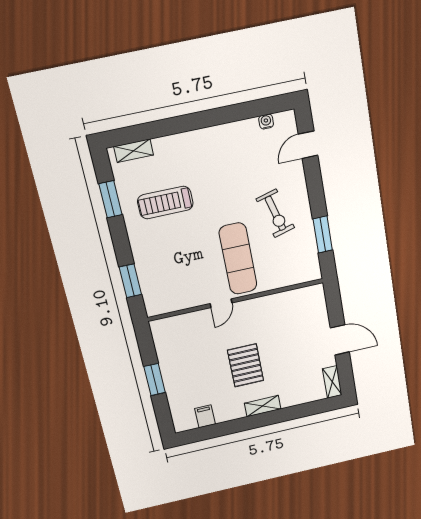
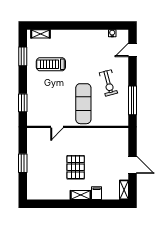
window: (323, 234) -> (132, 100), width x1.44
door: (221, 303) -> (57, 127), moved
filing cabinet: (205, 416) -> (97, 193), moved

